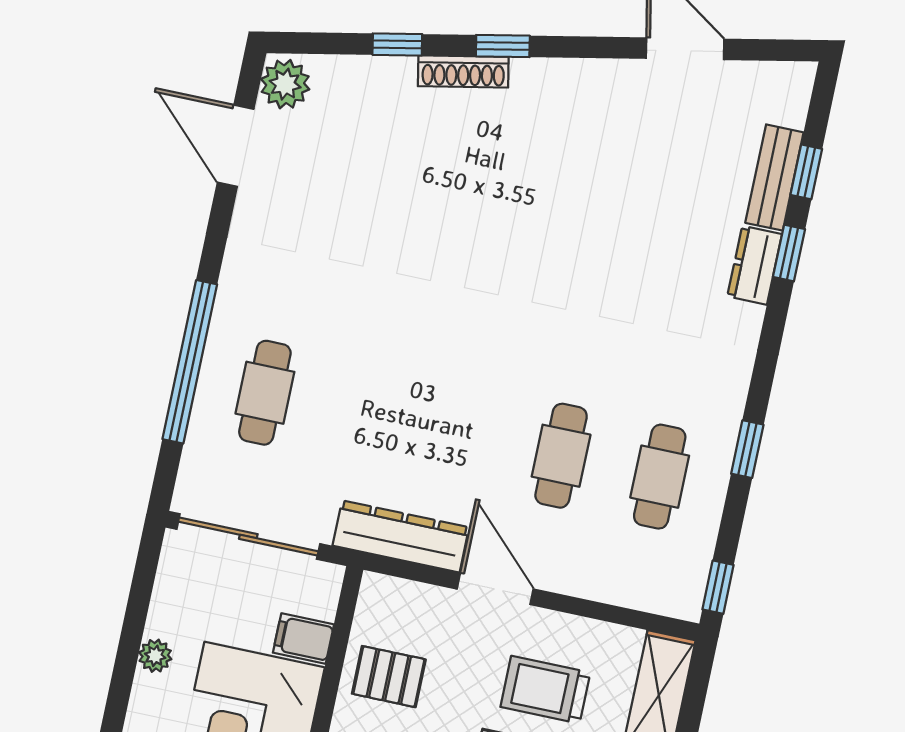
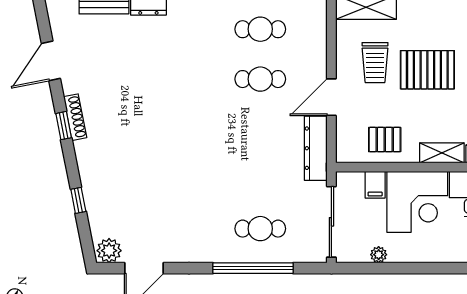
window: (503, 46) -> (64, 126), moved
shoe rack: (463, 71) -> (75, 117), moved
plant: (155, 656) -> (379, 255), moved
pallet: (389, 677) -> (385, 140), turned 90

